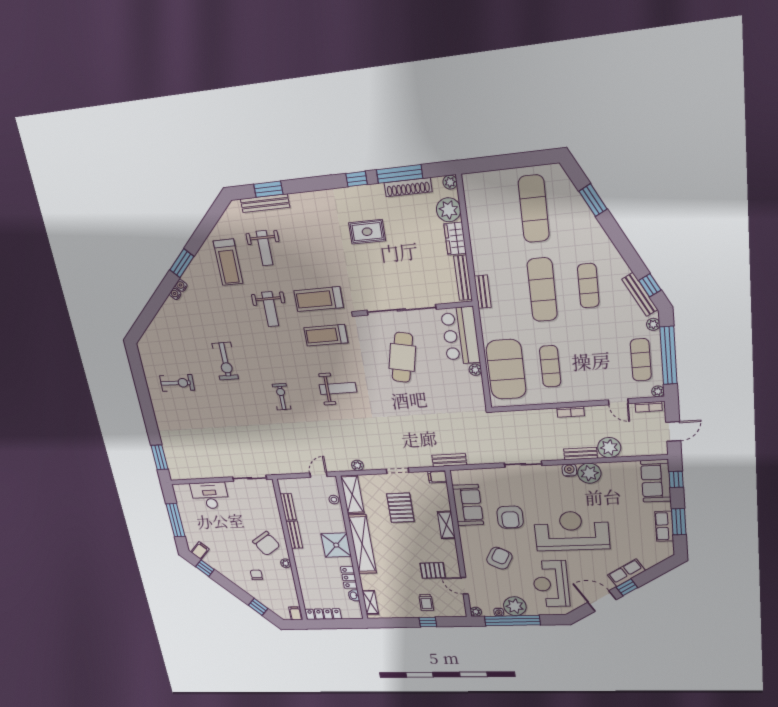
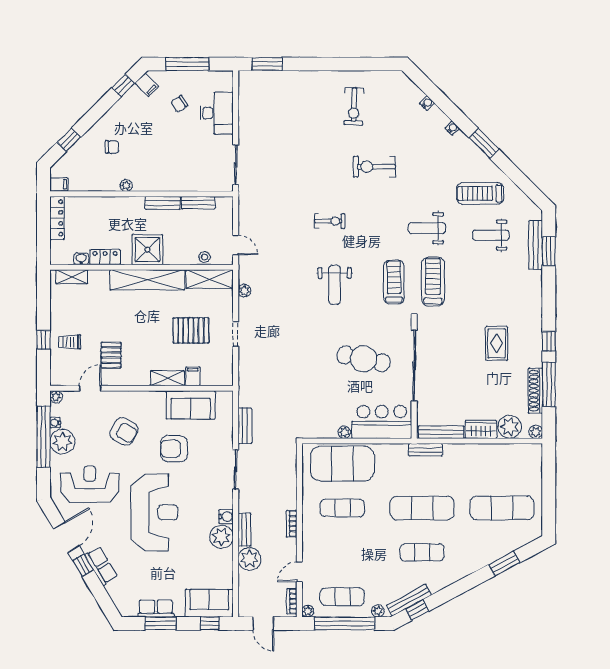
water cooler: (181, 286) -> (427, 103), moved
bench: (449, 460) -> (245, 426), moved
filing cabinet: (437, 477) -> (193, 376), moved
chair: (266, 544) -> (179, 104), moved, width x0.54, depth x0.54

